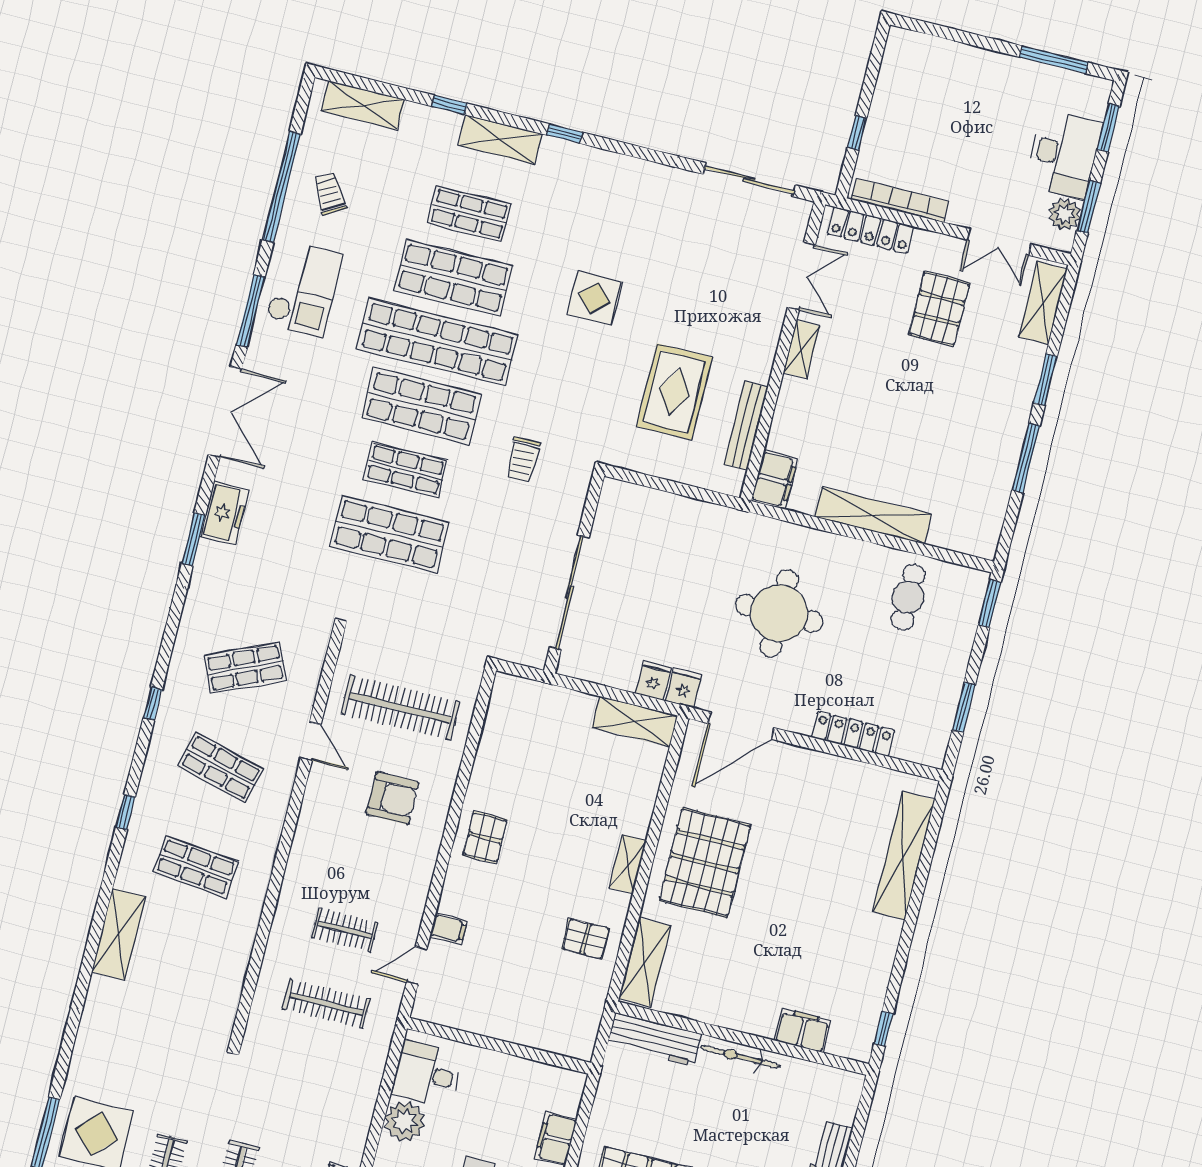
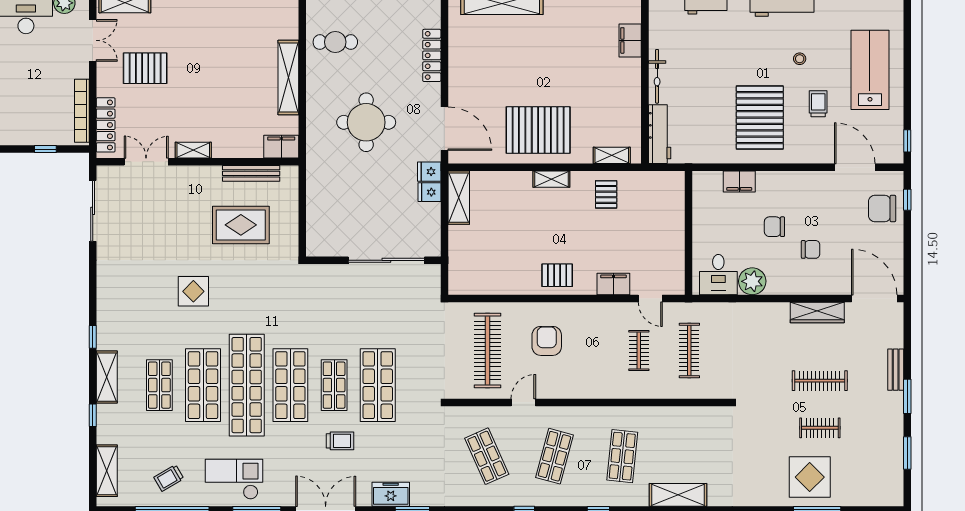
trolley: (523, 460) -> (340, 441), moved
filing cabinet: (448, 929) -> (613, 284), width x2.00
shelving: (645, 962) -> (612, 155), width x0.67, depth x0.75

